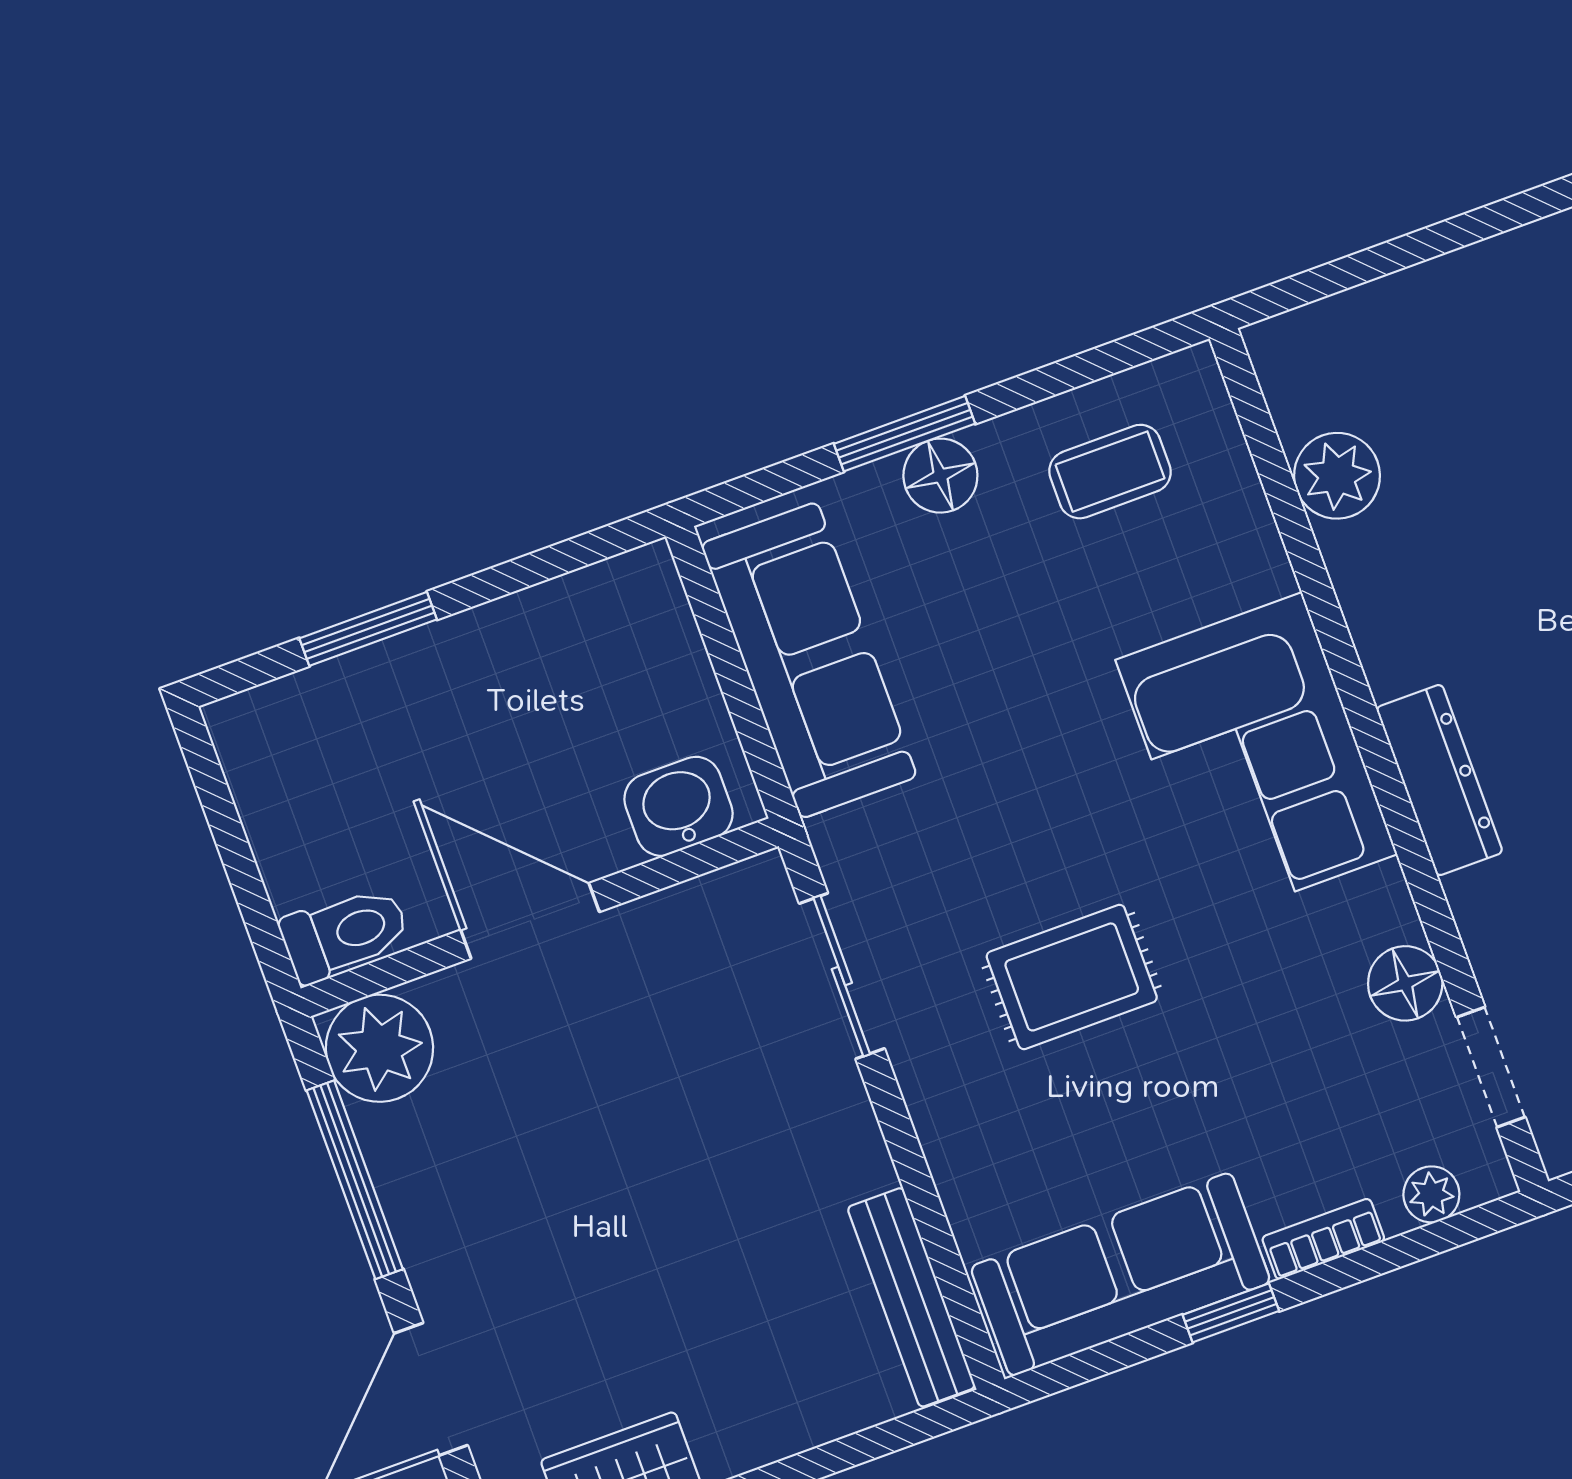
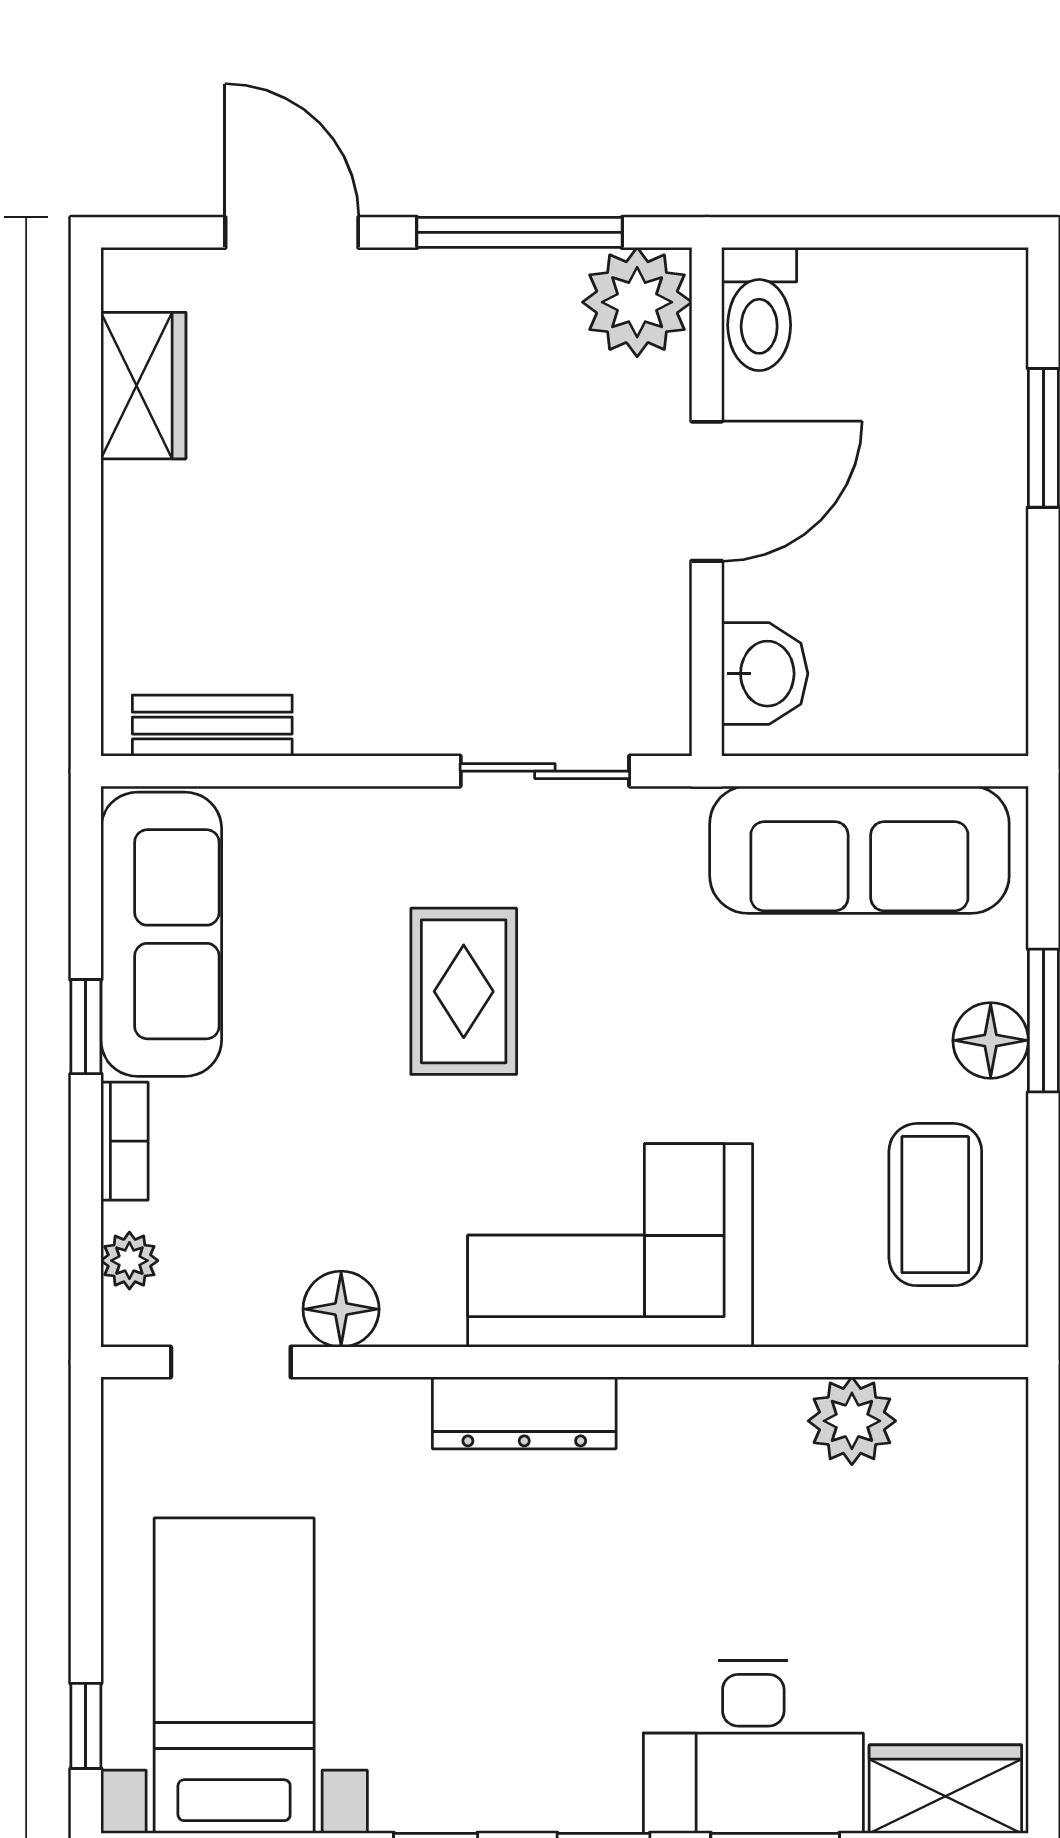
coffee table: (1110, 472) -> (935, 1205), width x1.36, depth x1.30
bench: (911, 1297) -> (212, 726), width x0.73

